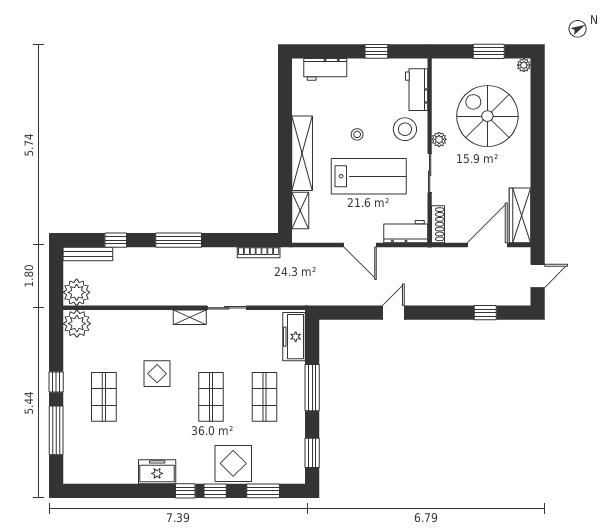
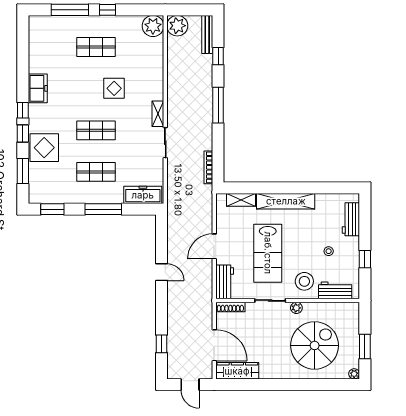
stool: (357, 134) -> (329, 251), moved

